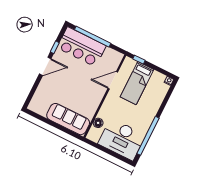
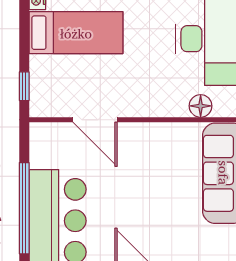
bed: (137, 83) -> (76, 33), moved

